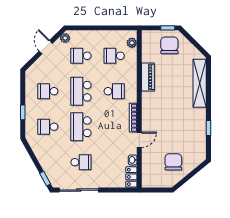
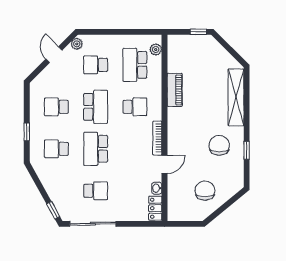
chair: (169, 45) -> (219, 145), moved
school desk: (114, 56) -> (135, 65), width x1.85
school desk: (81, 91) -> (96, 107), turned 180

